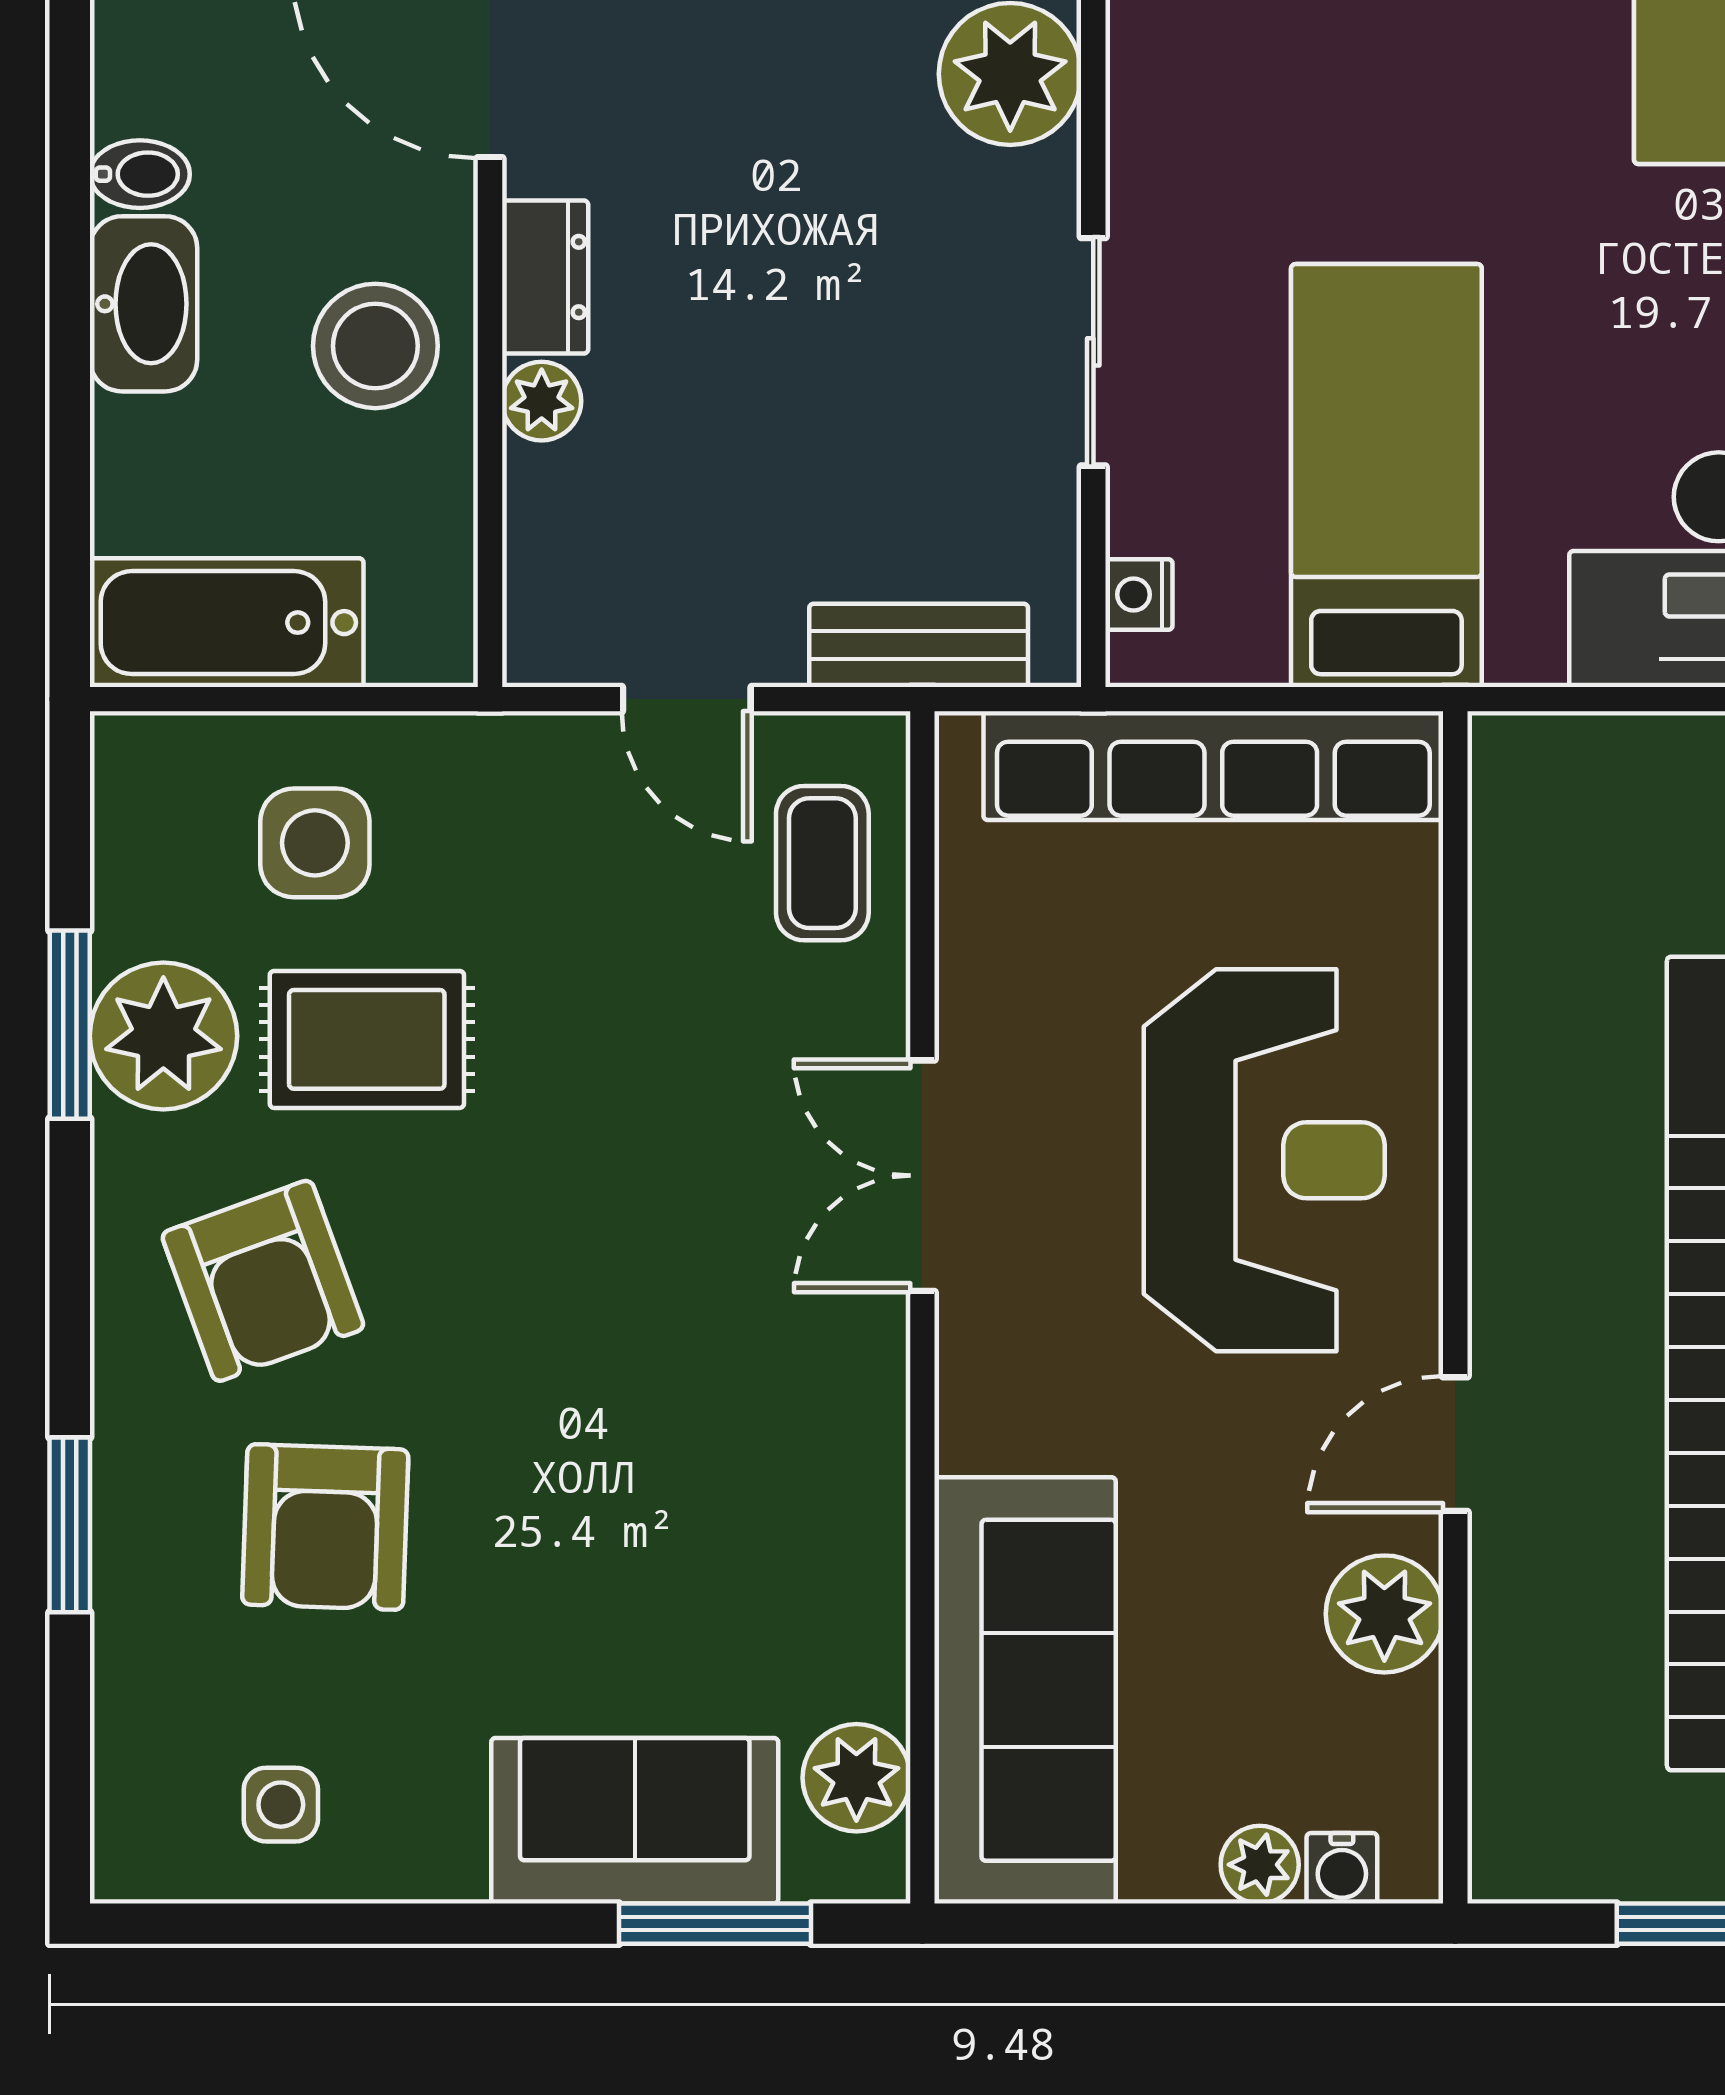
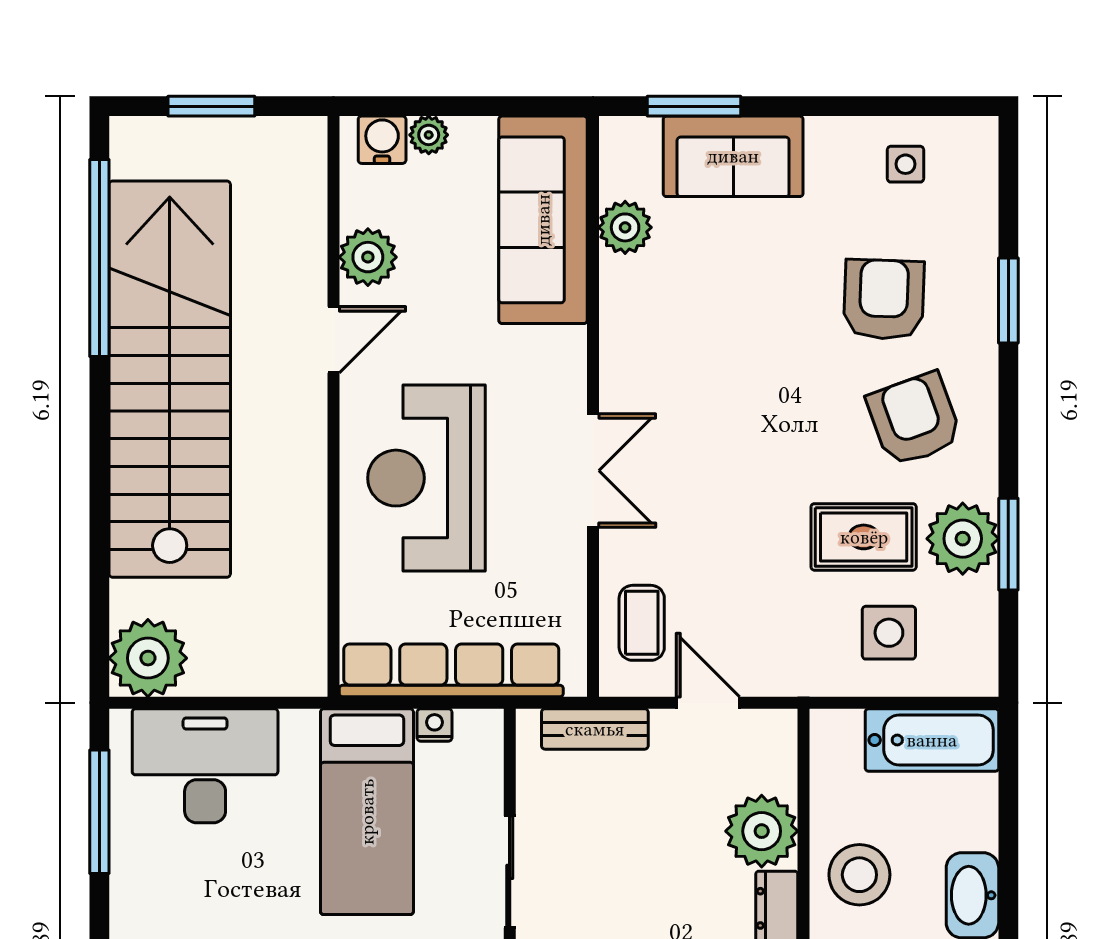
plant: (542, 401) -> (762, 831), width x1.88, depth x1.88
nightstand: (1139, 595) -> (435, 725), moved, turned -90
plant: (856, 1778) -> (625, 227), moved
water cooler: (1342, 1868) -> (382, 140), width x1.38, depth x1.38

